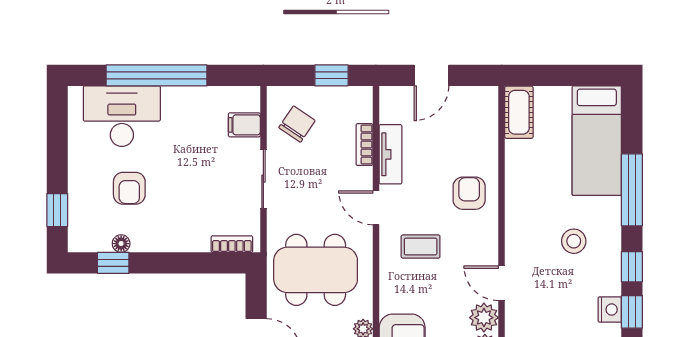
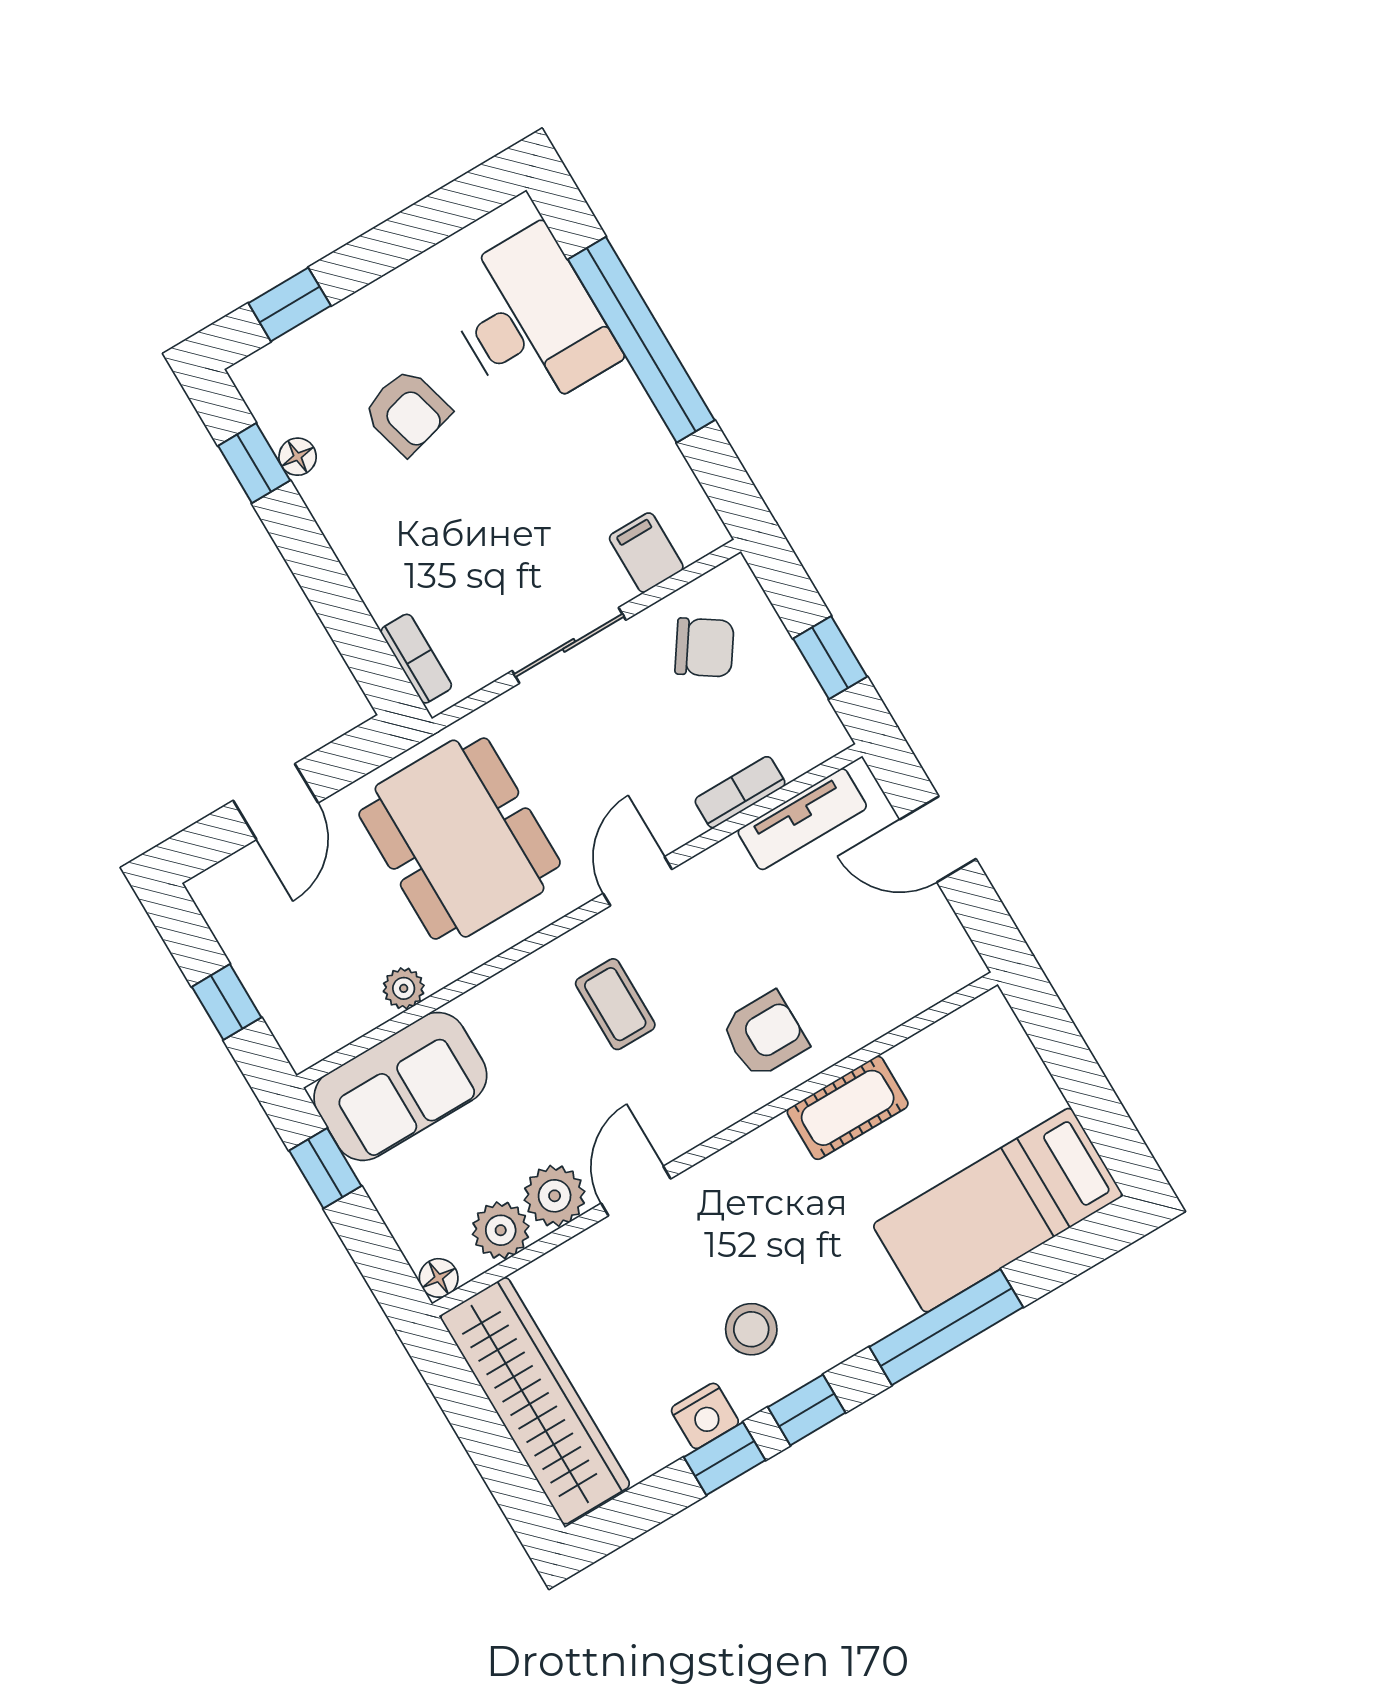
cot: (519, 112) -> (848, 1108), moved
tv unit: (390, 154) -> (802, 819), moved
armchair: (129, 188) -> (407, 412), turned -105
stool: (574, 241) -> (751, 1329), moved

